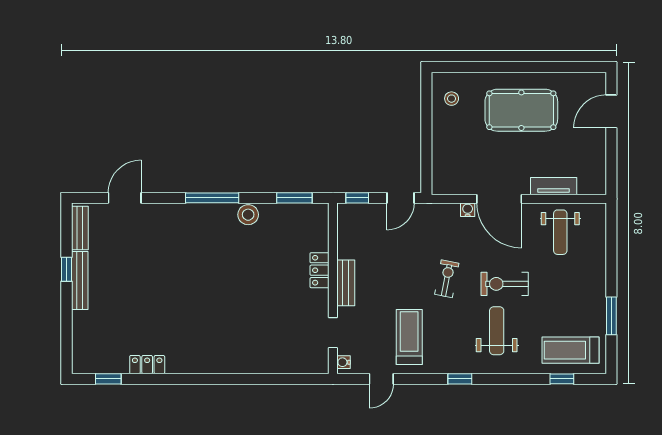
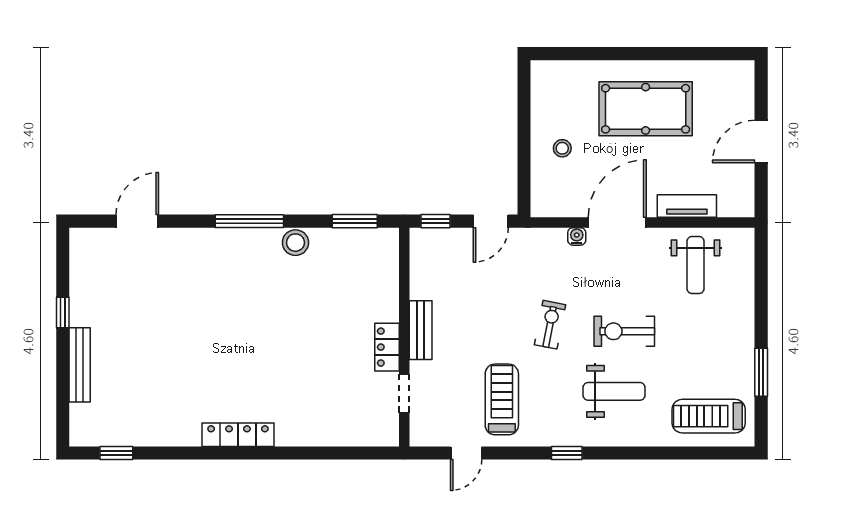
stool: (452, 99) -> (562, 148), moved
door: (611, 111) -> (761, 141), moved
door: (499, 199) -> (617, 222), swing flipped
bench: (80, 228) -> (80, 260), removed
locker: (319, 270) -> (387, 347), moved
bench: (80, 281) -> (80, 365), moved
weight bench: (497, 331) -> (614, 391), turned 90
water cooler: (344, 362) -> (418, 432), removed
locker: (147, 365) -> (238, 435), moved, width x1.53
window: (562, 379) -> (698, 453), removed

